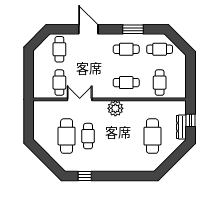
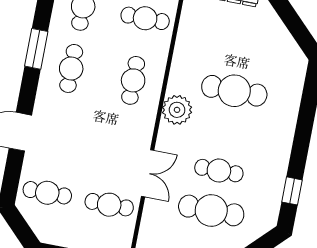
double door: (80, 99) -> (148, 173), swing flipped
cafe table: (152, 136) -> (234, 91), moved

